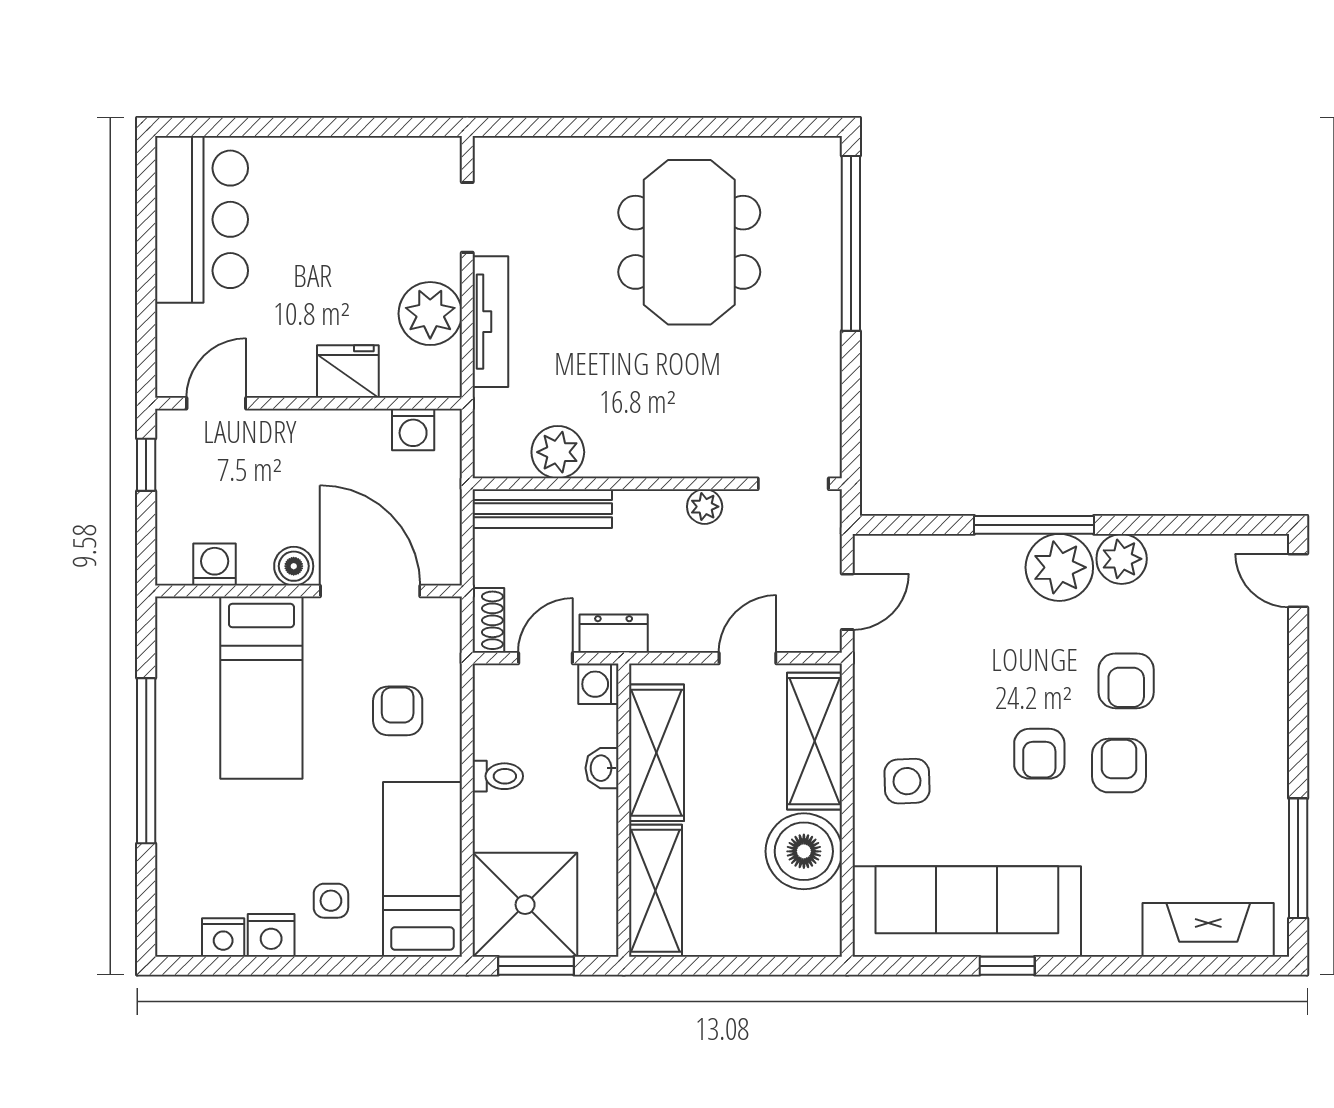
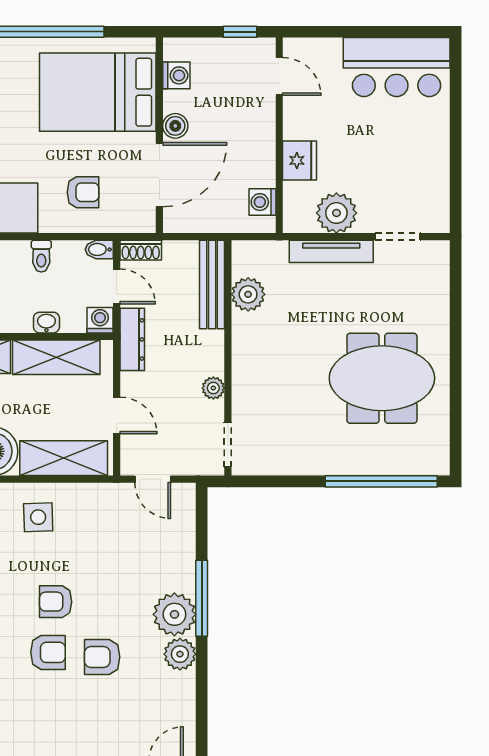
dresser: (614, 634) -> (132, 339), width x1.44
bidet: (487, 685) -> (99, 249), added
bed: (261, 688) -> (98, 92), width x1.50

